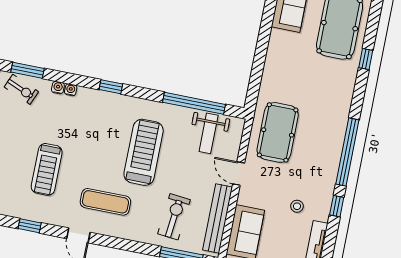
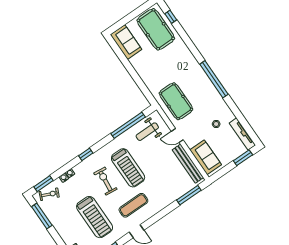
window: (366, 59) -> (171, 17), moved
weight bench: (209, 133) -> (147, 132), turned 90
treadmill: (144, 152) -> (128, 168), turned 180
treadmill: (47, 169) -> (95, 217), width x1.37, depth x1.38
window: (337, 206) -> (233, 107), removed
exercise bike: (174, 217) -> (105, 181), moved

